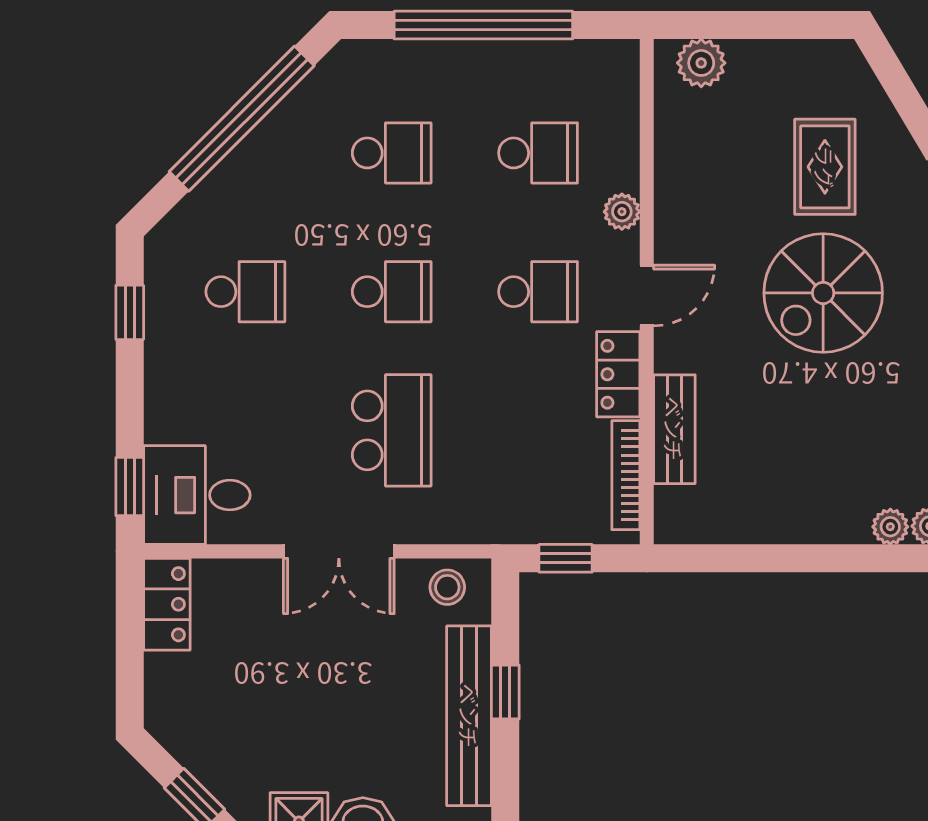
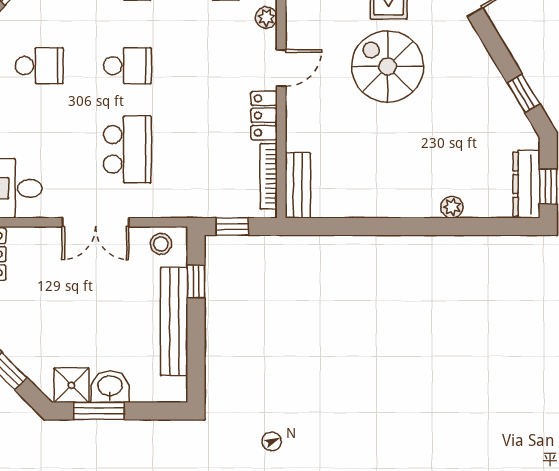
school desk: (538, 292) -> (216, 66), removed
spiral stairs: (823, 293) -> (388, 66), turned 90
bench: (674, 429) -> (298, 185), moved
plant: (890, 527) -> (428, 207), removed
window: (505, 692) -> (196, 282), moved

